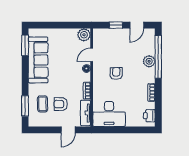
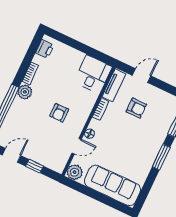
window: (25, 45) -> (161, 157), moved
sofa: (38, 60) -> (112, 185), moved, turned 90
plant: (149, 61) -> (25, 92), moved
coffee table: (43, 104) -> (156, 118), removed
desk: (109, 114) -> (93, 74), width x0.73

